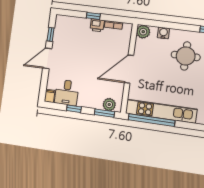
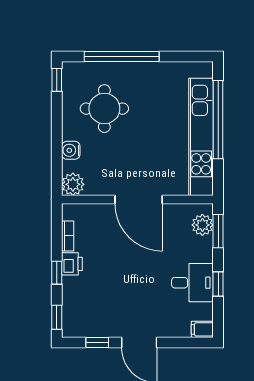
window: (68, 13) -> (57, 317), added
desk: (67, 92) -> (192, 283), moved
window: (151, 120) -> (218, 120), moved

